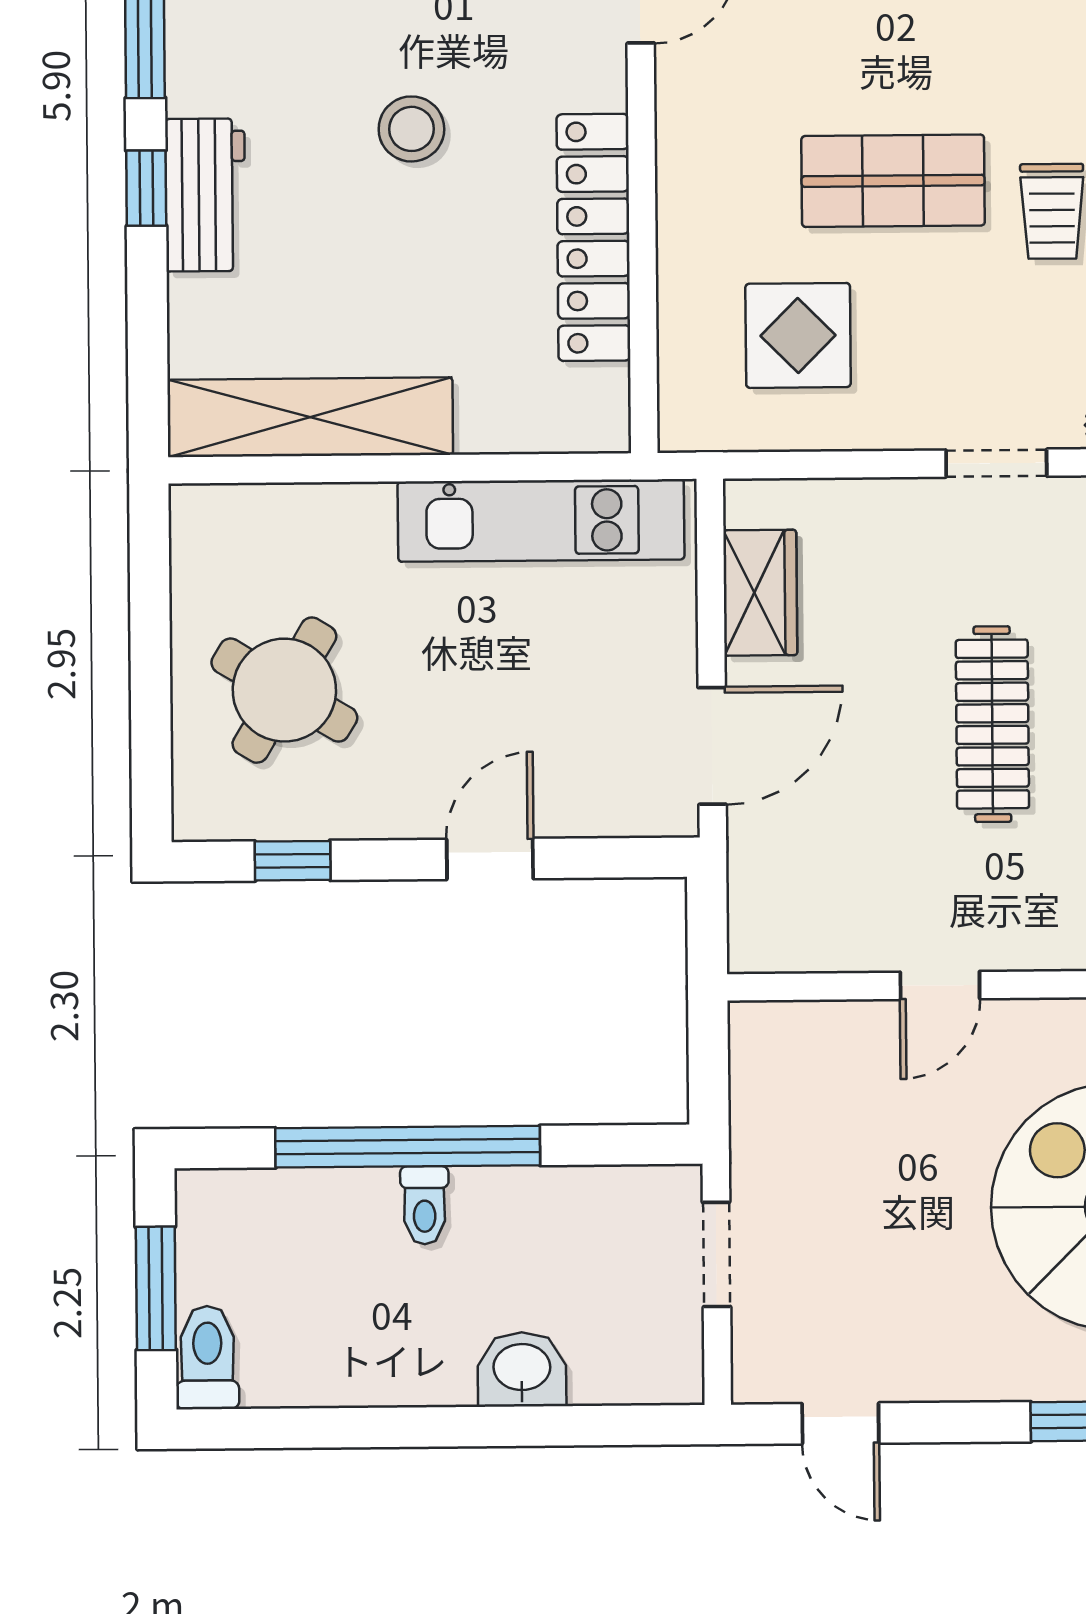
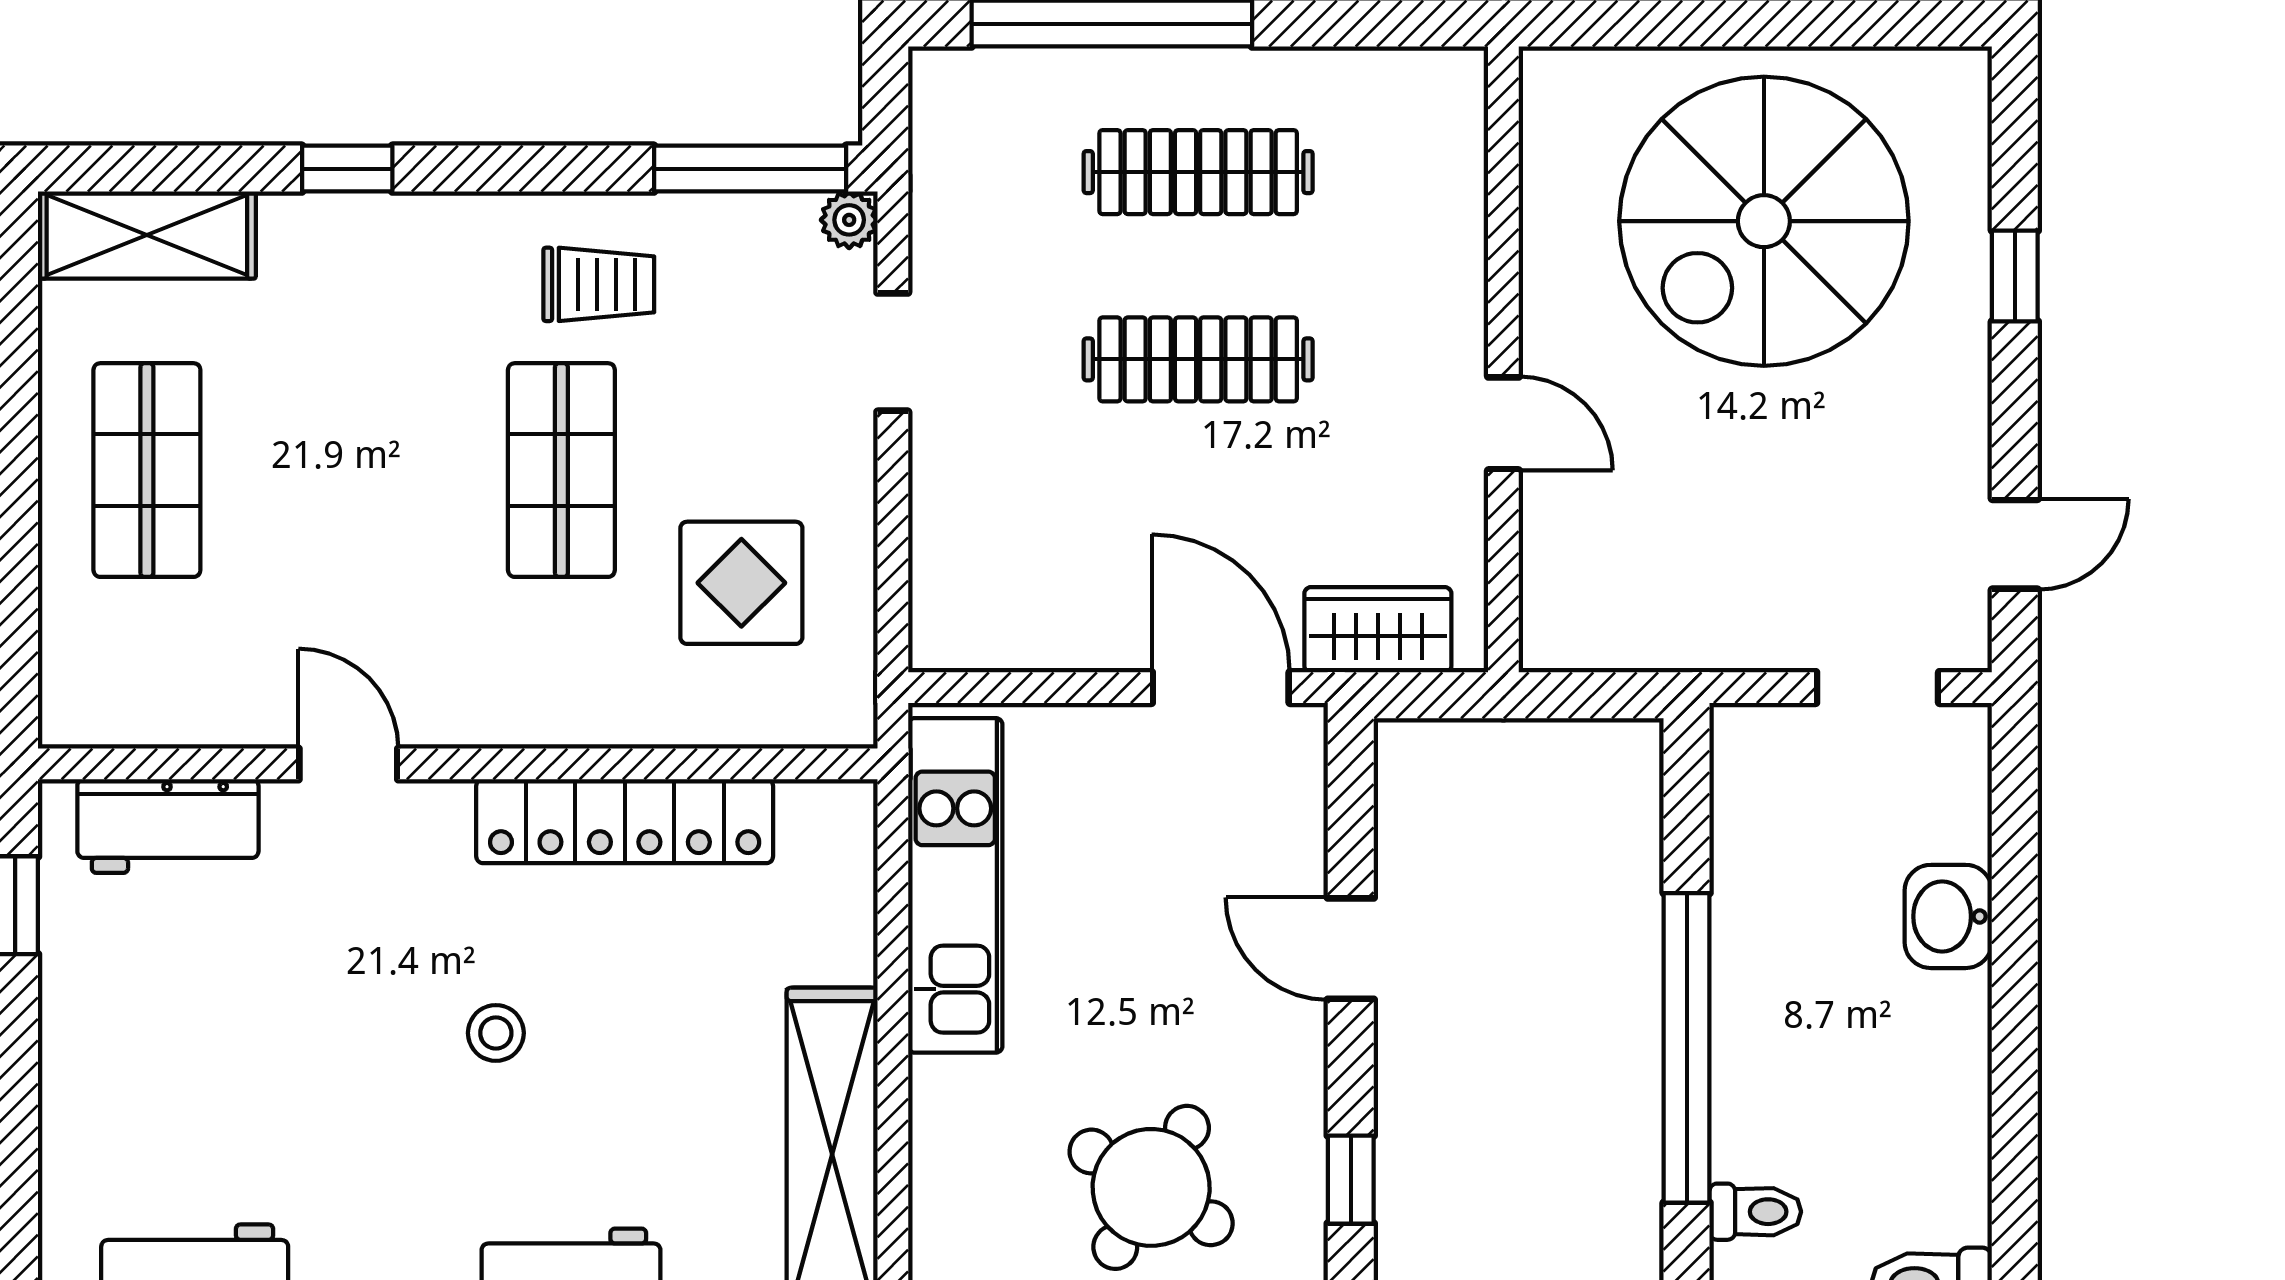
stool: (411, 129) -> (496, 1033), width x0.73, depth x0.73
wardrobe: (760, 593) -> (1378, 630), moved
toilet: (425, 1205) -> (1755, 1212), moved
doorway: (717, 1255) -> (1878, 688), moved

